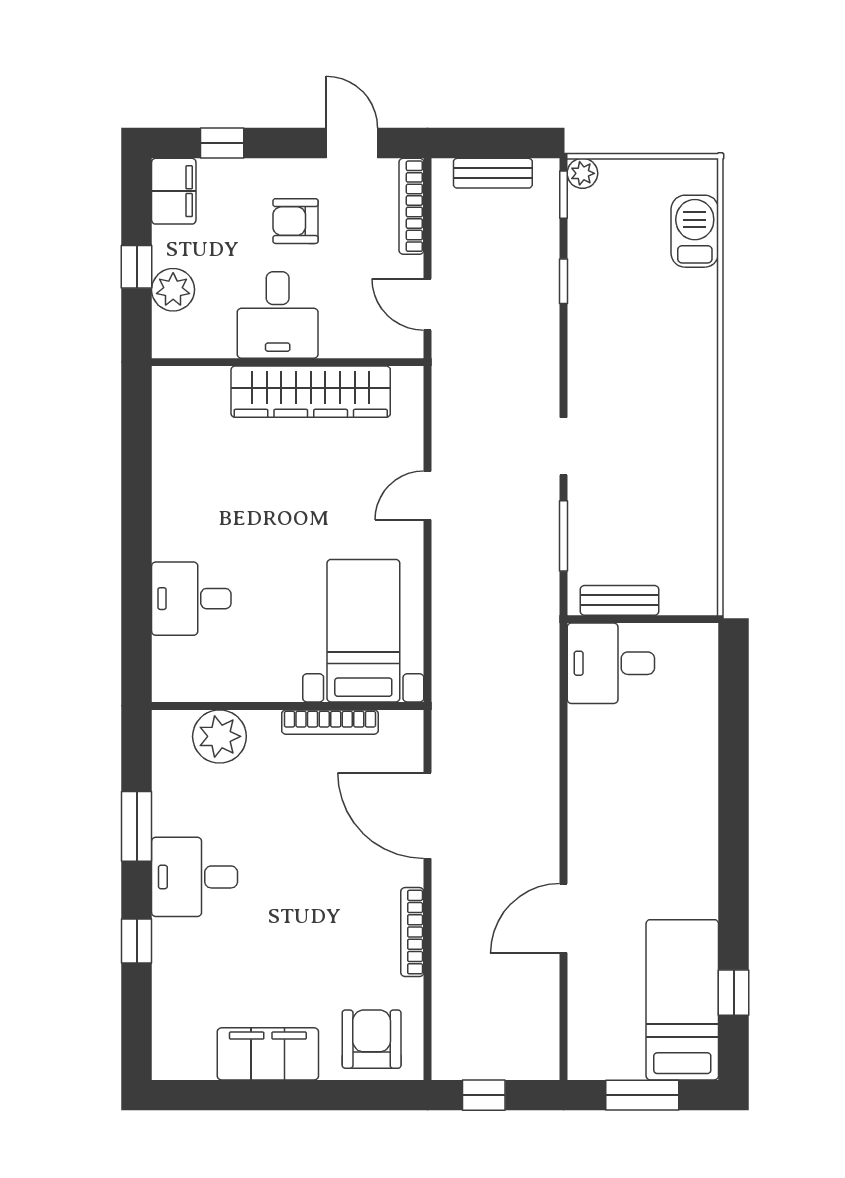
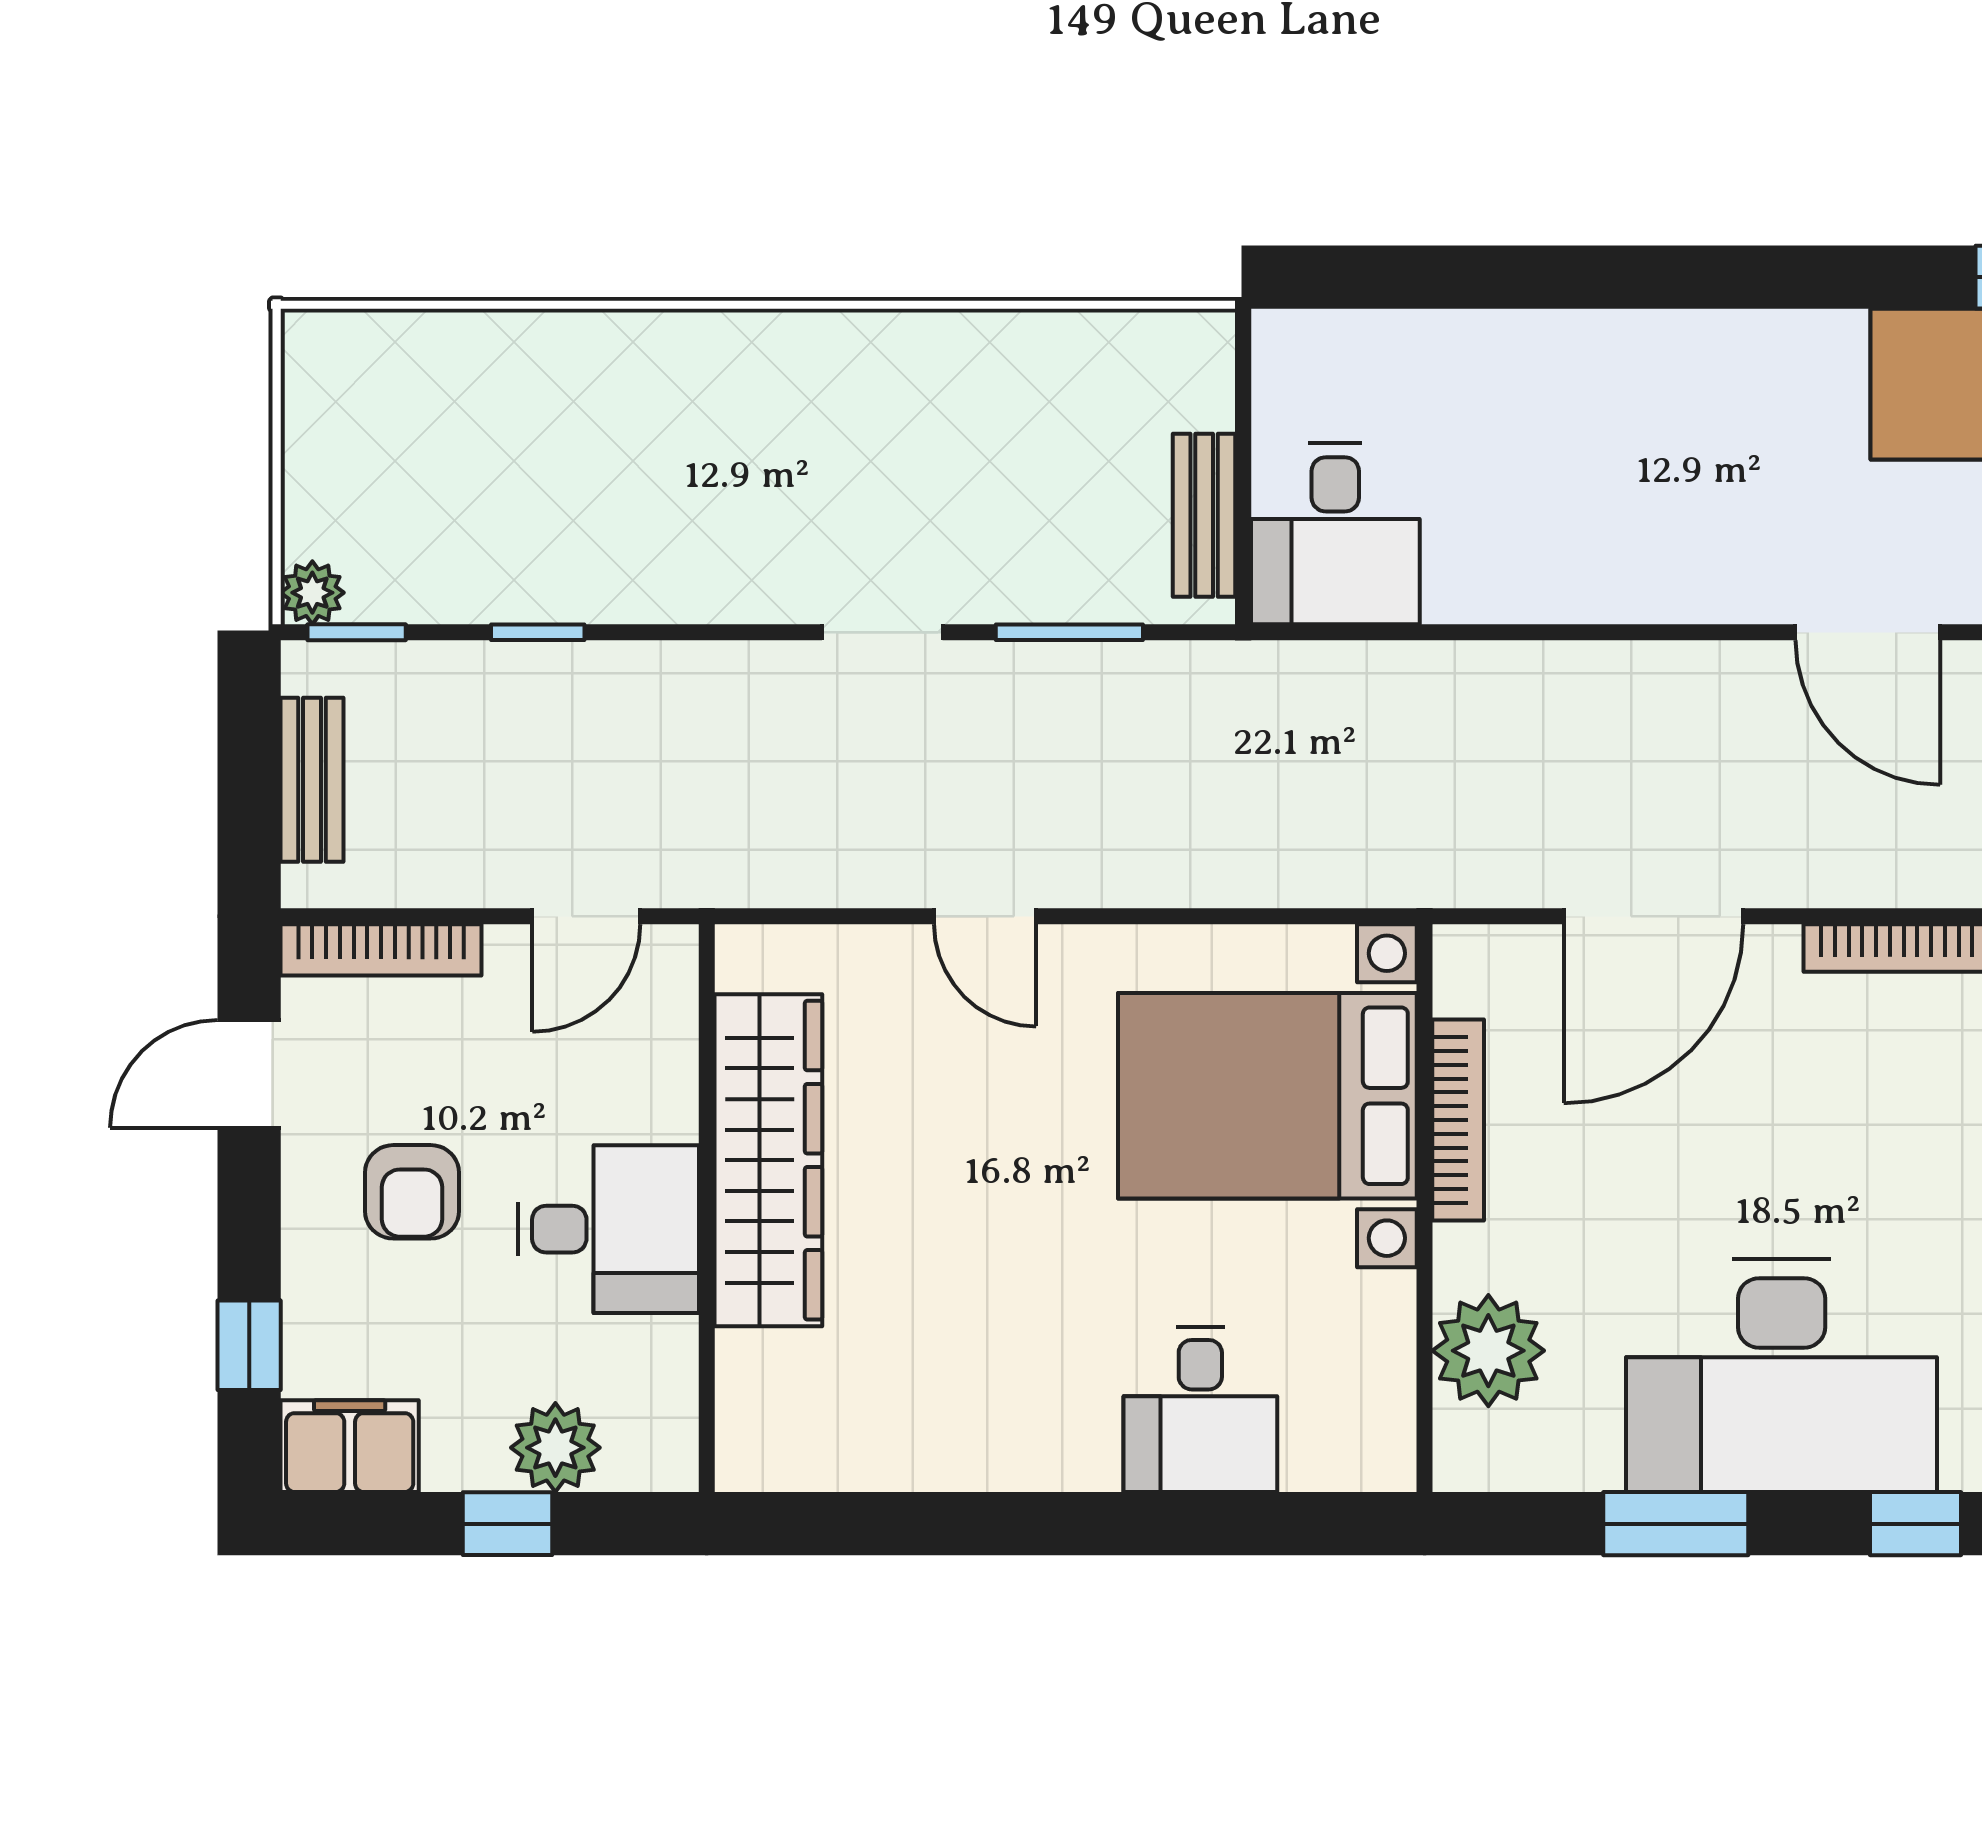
barbecue: (695, 231) -> (433, 358), removed
bed with nightstands: (363, 631) -> (1267, 1096), width x1.36
desk: (195, 877) -> (1782, 1376), width x1.87, depth x1.30

